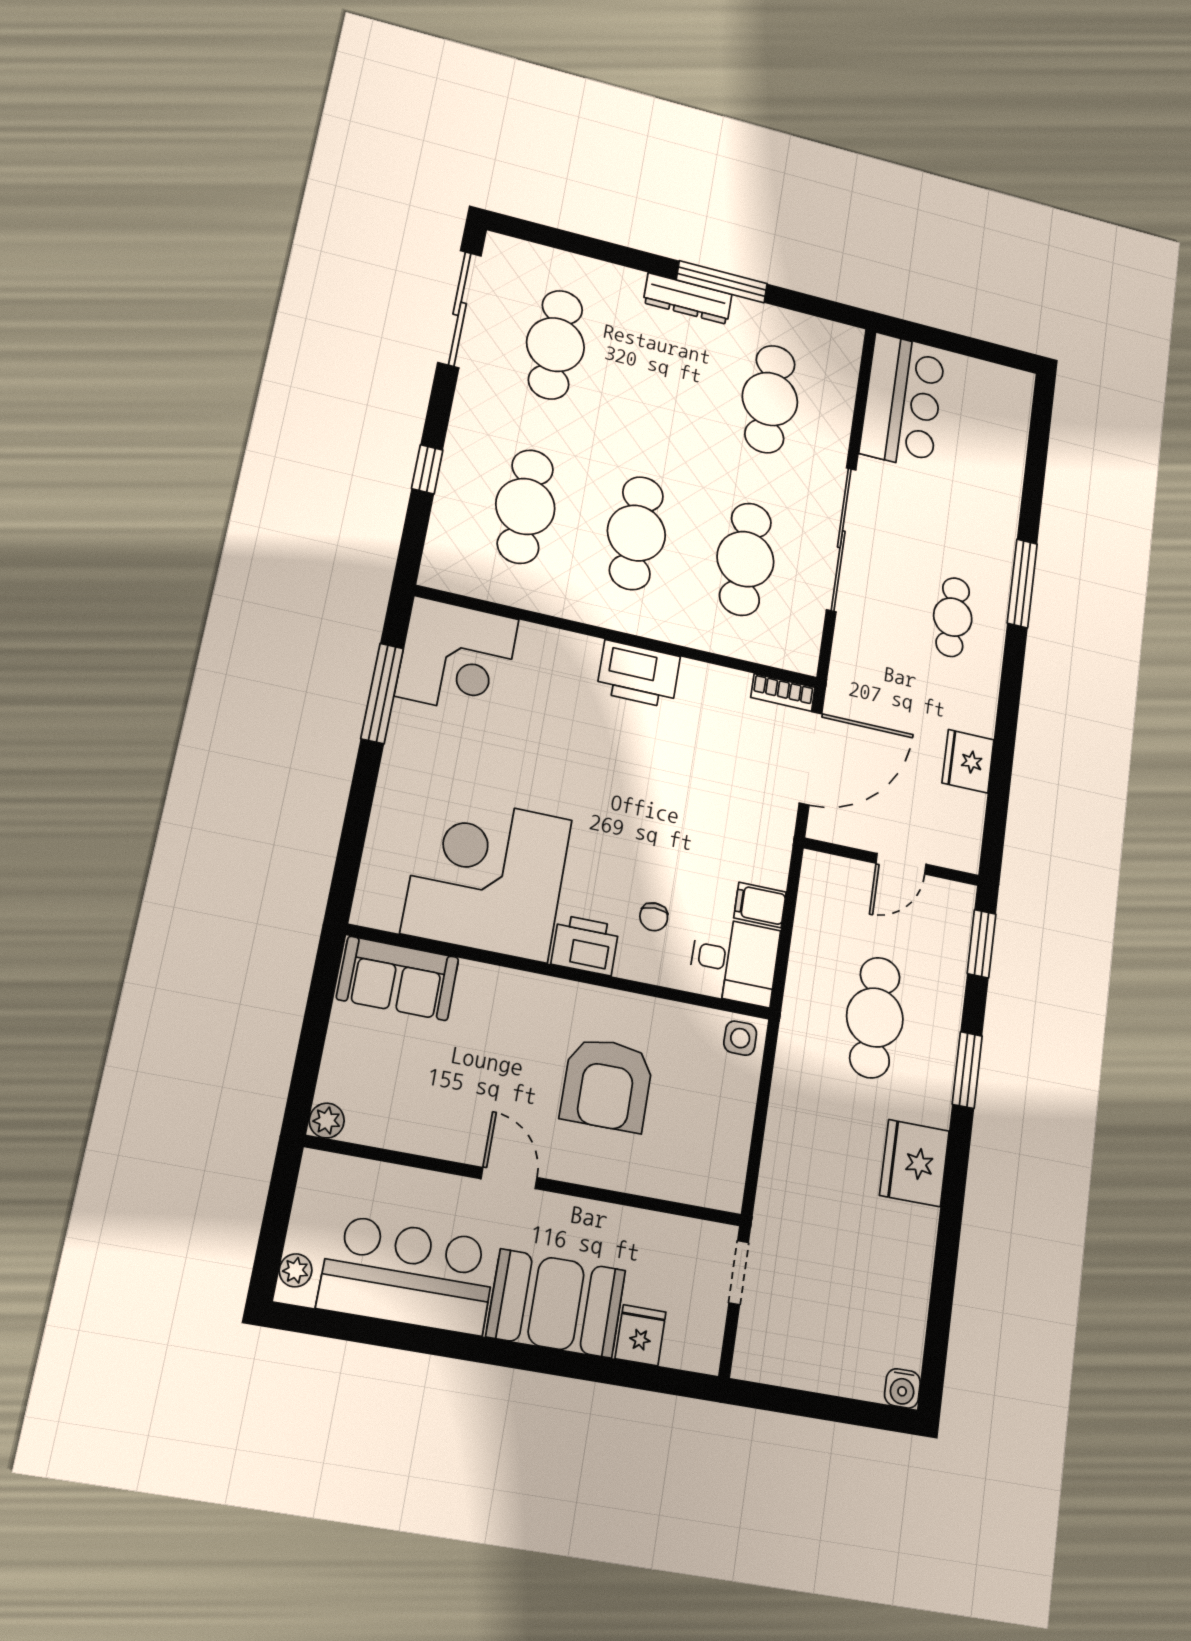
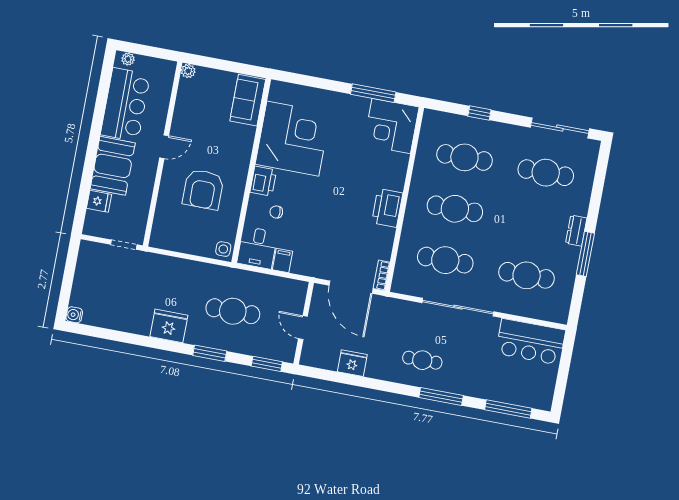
dresser: (688, 299) -> (576, 231), width x0.70
window: (1037, 454) -> (508, 409), added
armchair: (607, 1084) -> (203, 189), turned -90

